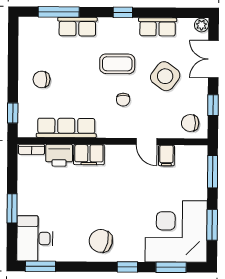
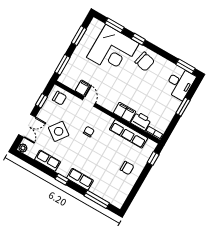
row of seats: (77, 27) -> (80, 179), moved
coffee table: (117, 64) -> (81, 153), removed
corner desk: (176, 231) -> (113, 50), moved

